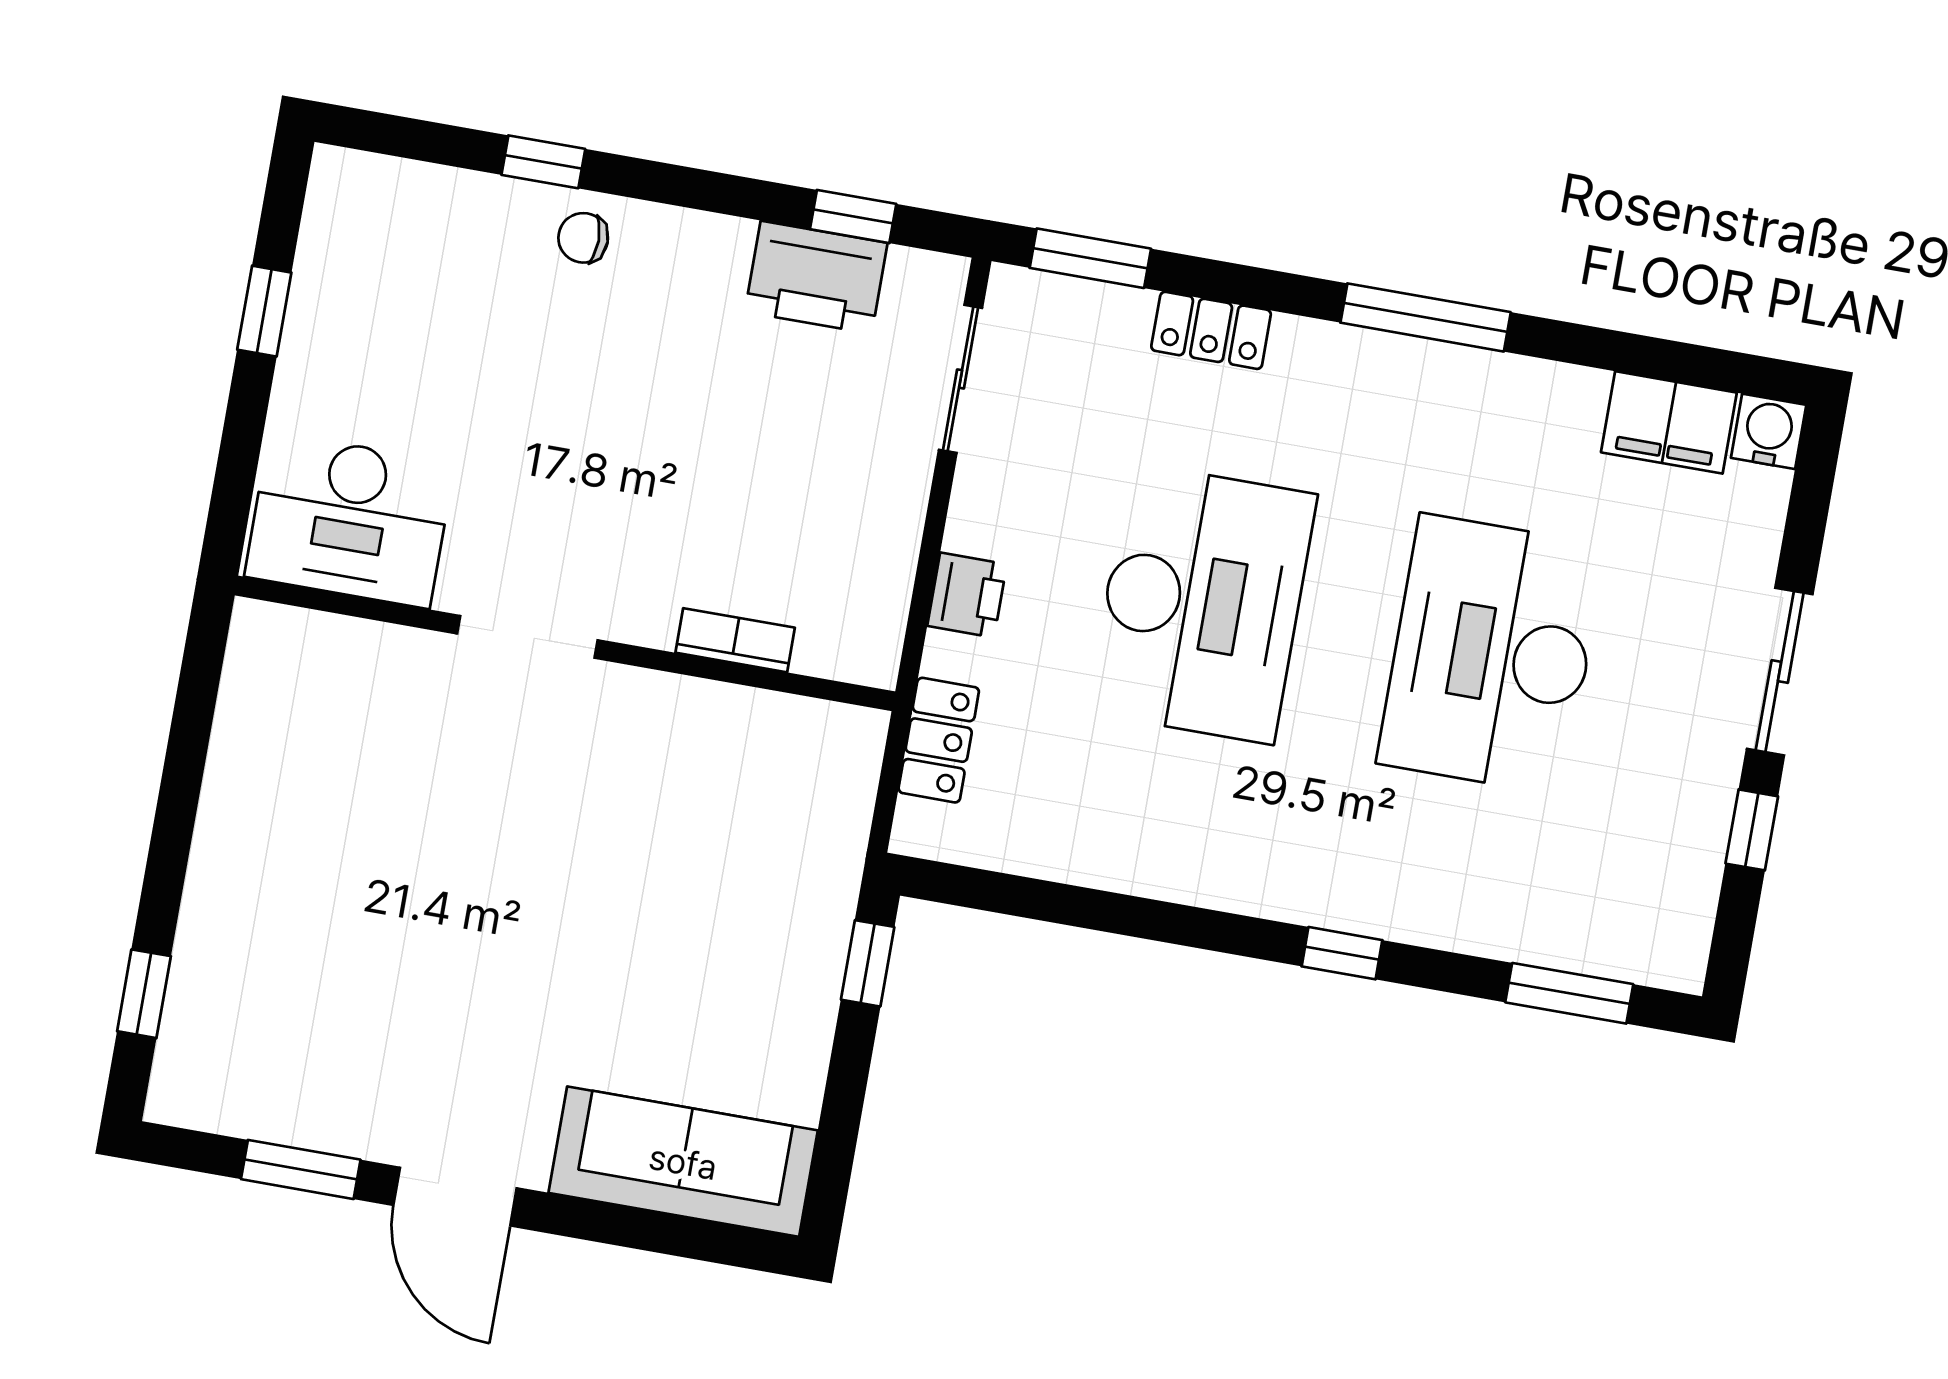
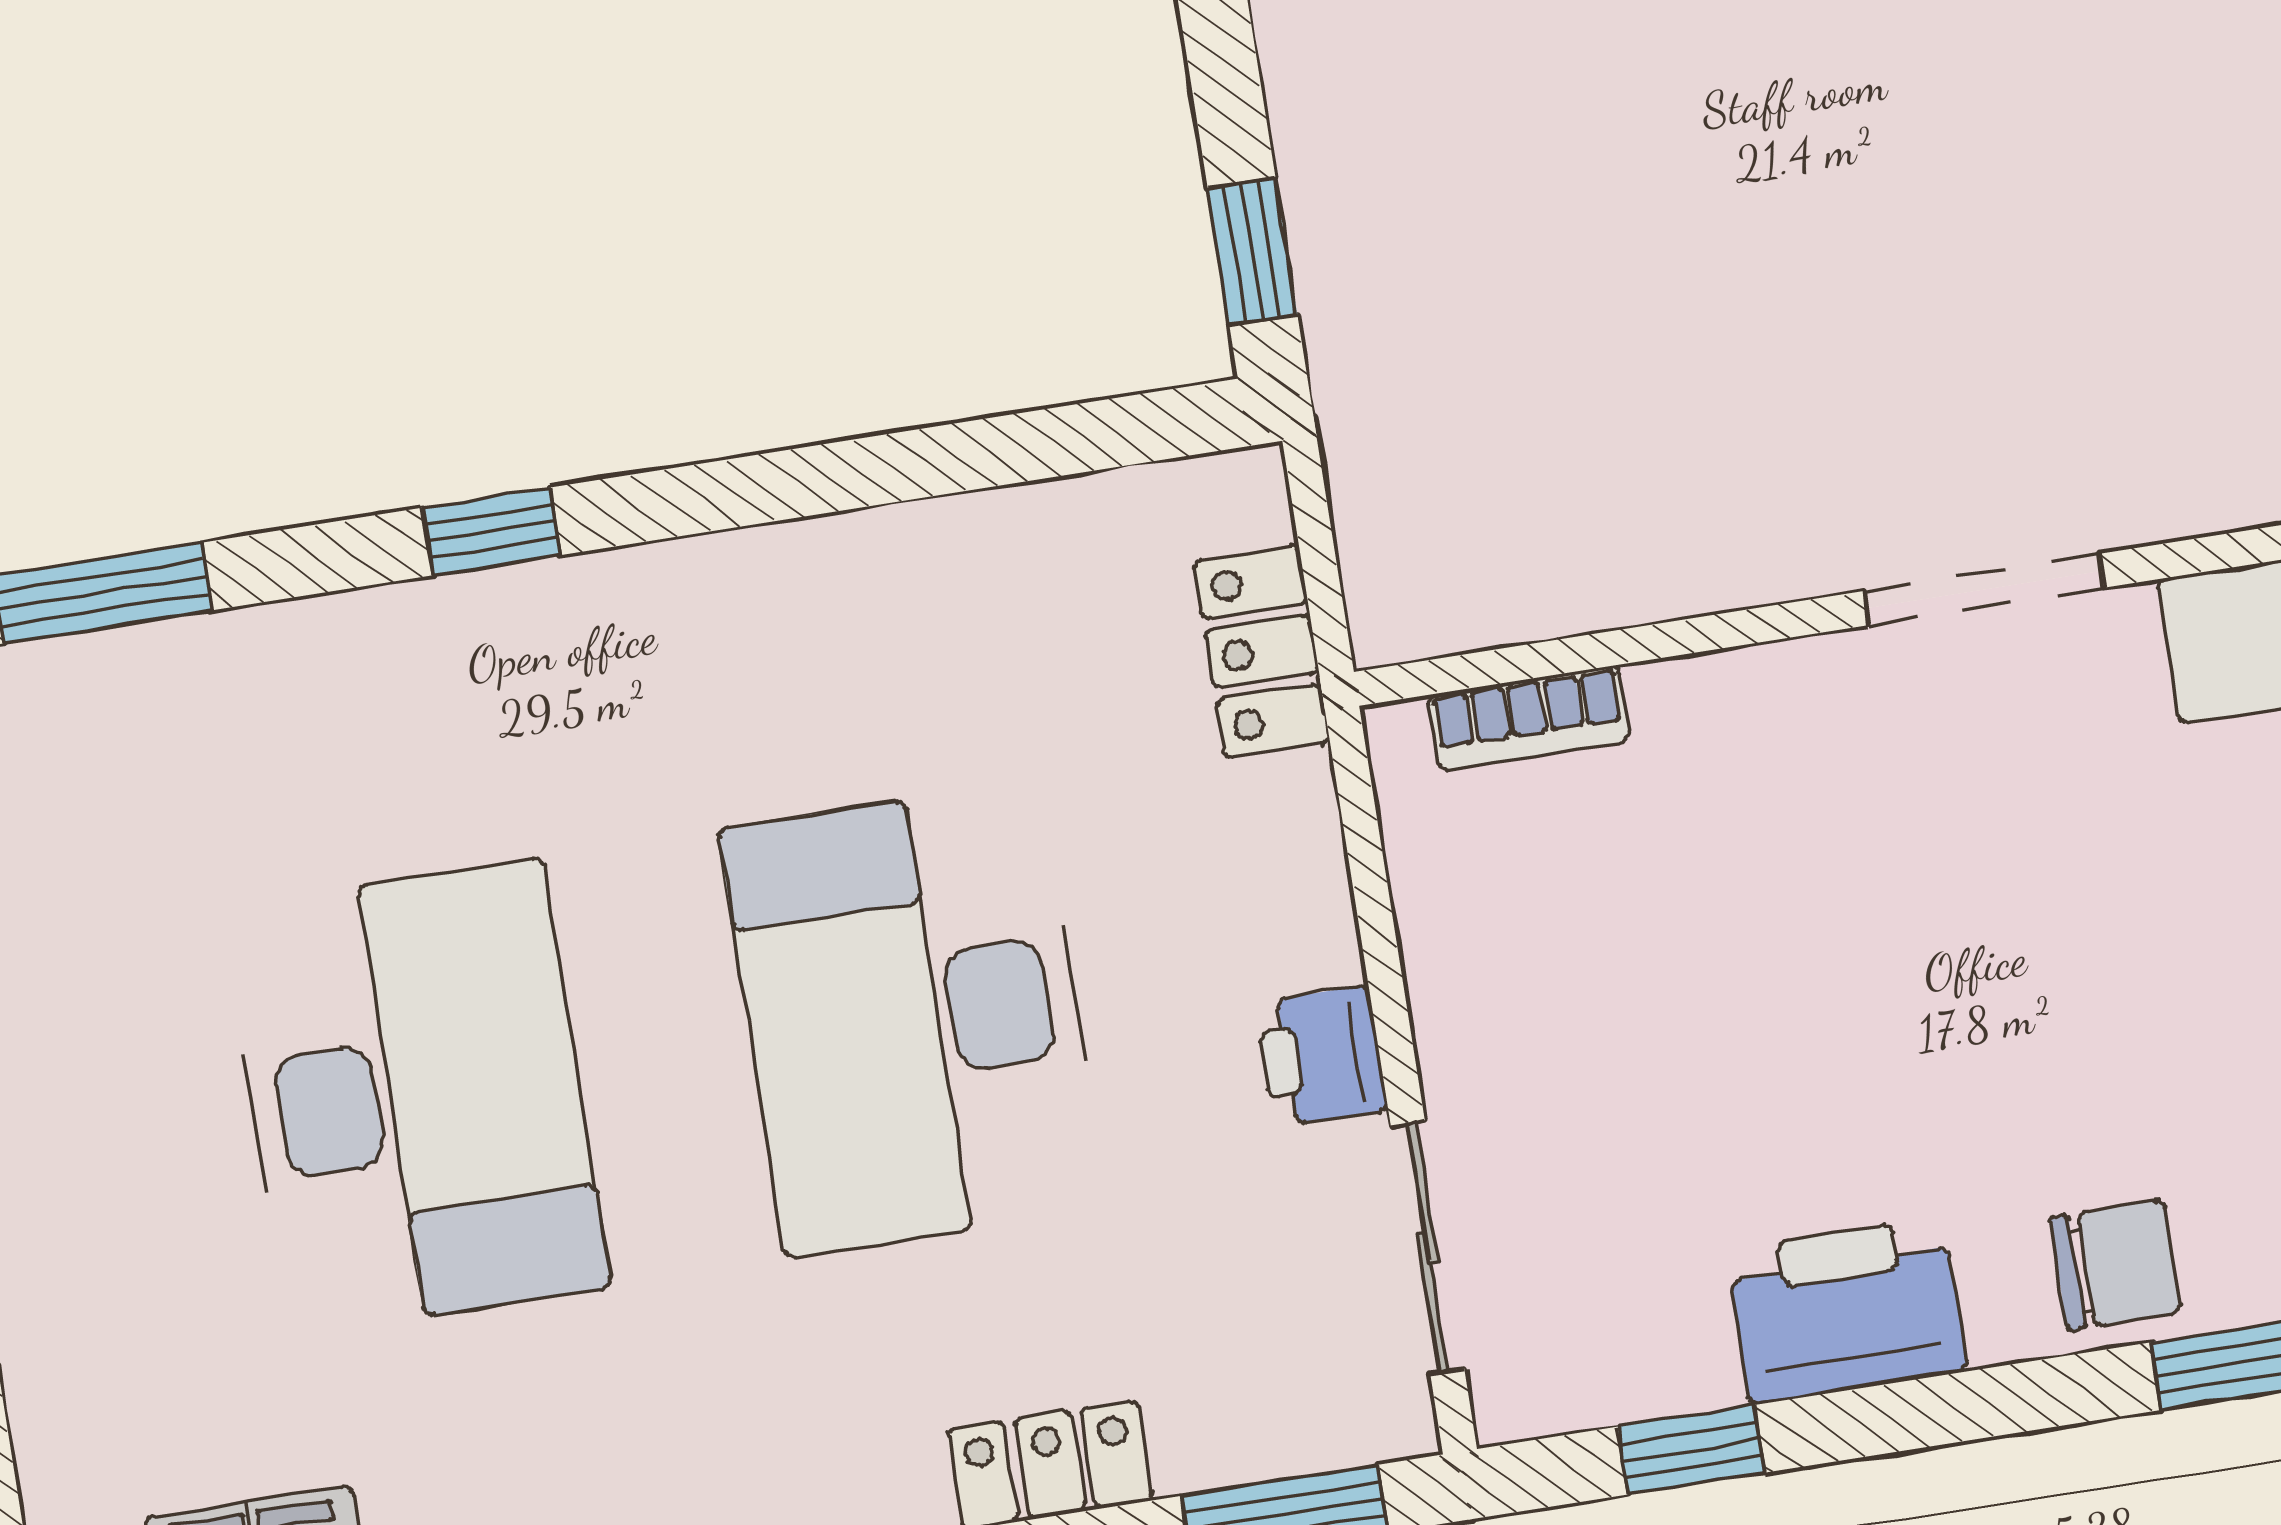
chair: (583, 238) -> (2116, 1265), width x1.37, depth x1.37
printer: (816, 277) -> (1847, 1310), moved
printer: (967, 595) -> (1321, 1057), moved
bookcase: (735, 640) -> (1528, 718), moved

